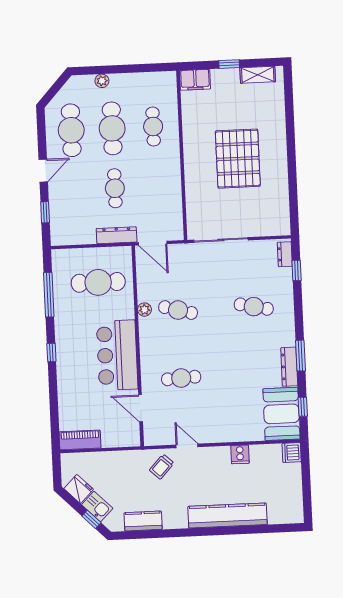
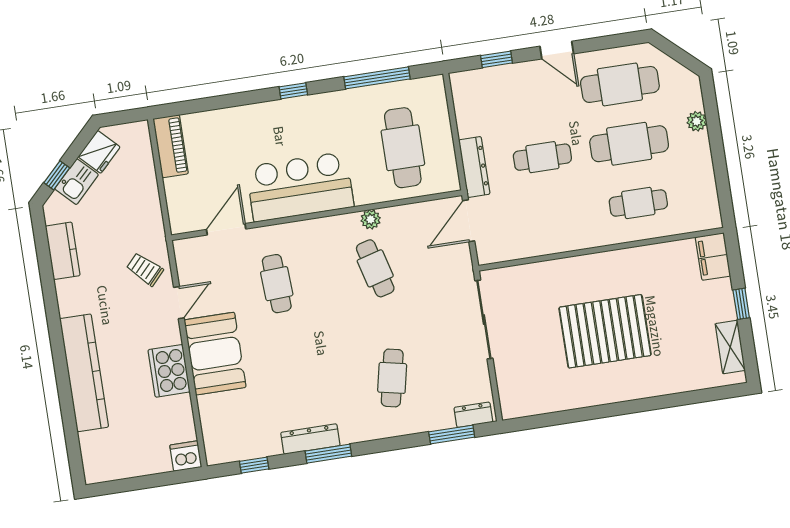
window: (297, 270) -> (452, 435), width x1.50
cafe table: (178, 310) -> (375, 268), turned -30
booth: (282, 414) -> (215, 354), moved, turned 90
cooker: (240, 454) -> (169, 371), width x1.87, depth x1.31

